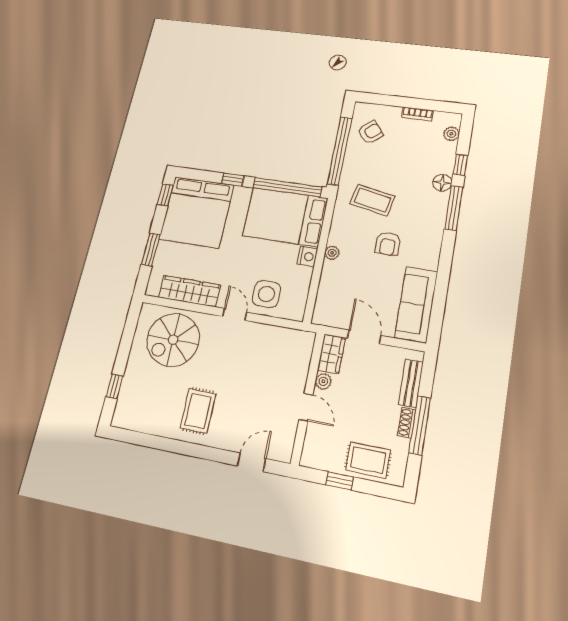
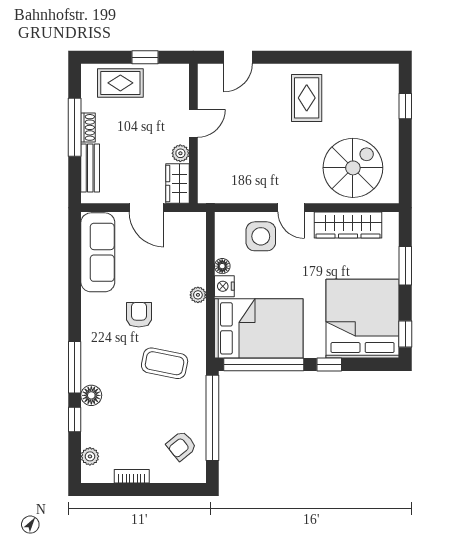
floor lamp: (306, 274) -> (222, 266), added
door: (306, 407) -> (193, 123), swing flipped

